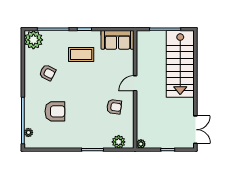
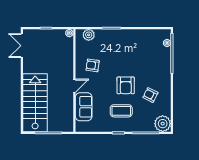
sofa: (118, 40) -> (84, 107), moved, turned 90
armchair: (55, 111) -> (126, 85), moved, turned -90

